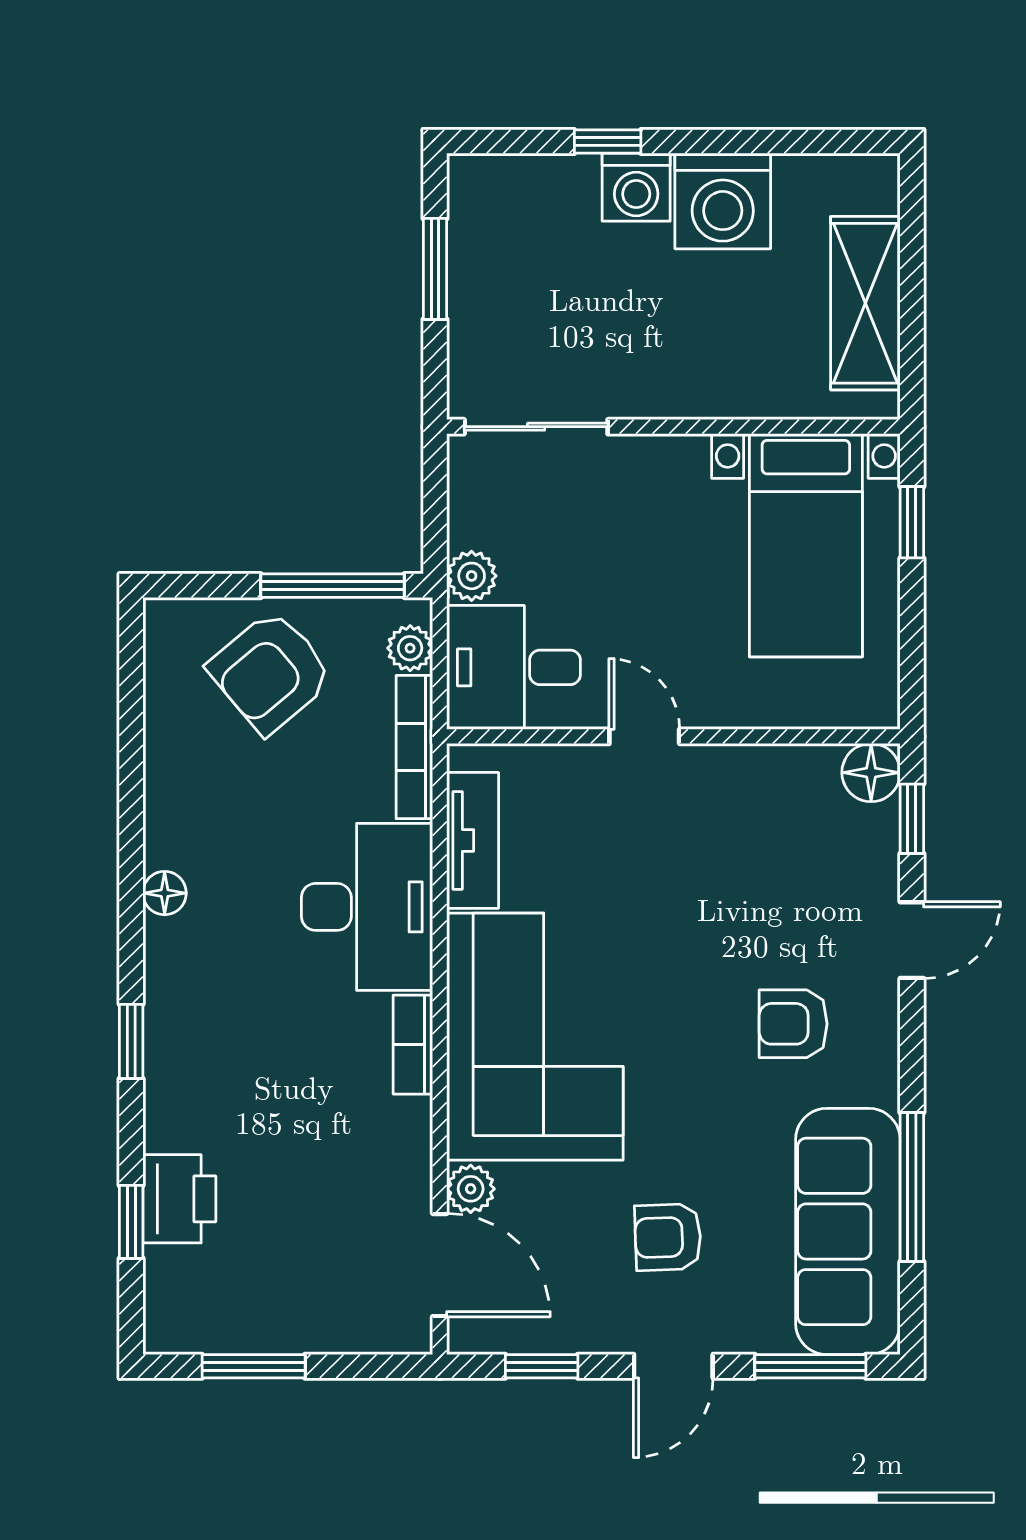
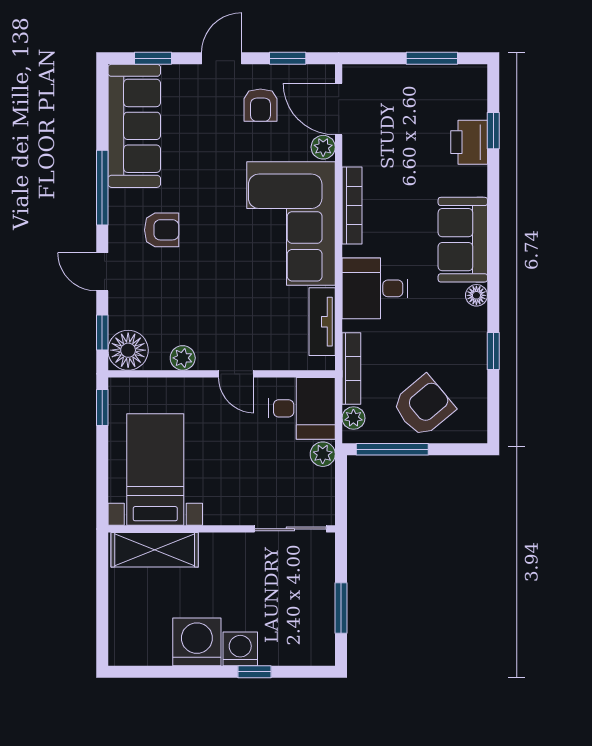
shelving: (865, 303) -> (155, 550), moved, turned 90
window: (912, 522) -> (102, 408), moved
plant: (751, 768) -> (183, 358), added
floor lamp: (871, 773) -> (128, 350), width x1.38, depth x1.38
desk: (367, 907) -> (375, 288), width x0.73
door: (912, 940) -> (102, 272), hinge flipped
sofa: (192, 1004) -> (463, 240), added
window: (131, 1041) -> (493, 351), moved
bookcase: (413, 1045) -> (352, 205), width x1.56
window: (912, 1187) -> (102, 188), moved
armchair: (668, 1237) -> (260, 105), moved, turned 92
window: (810, 1366) -> (153, 58), width x0.67

